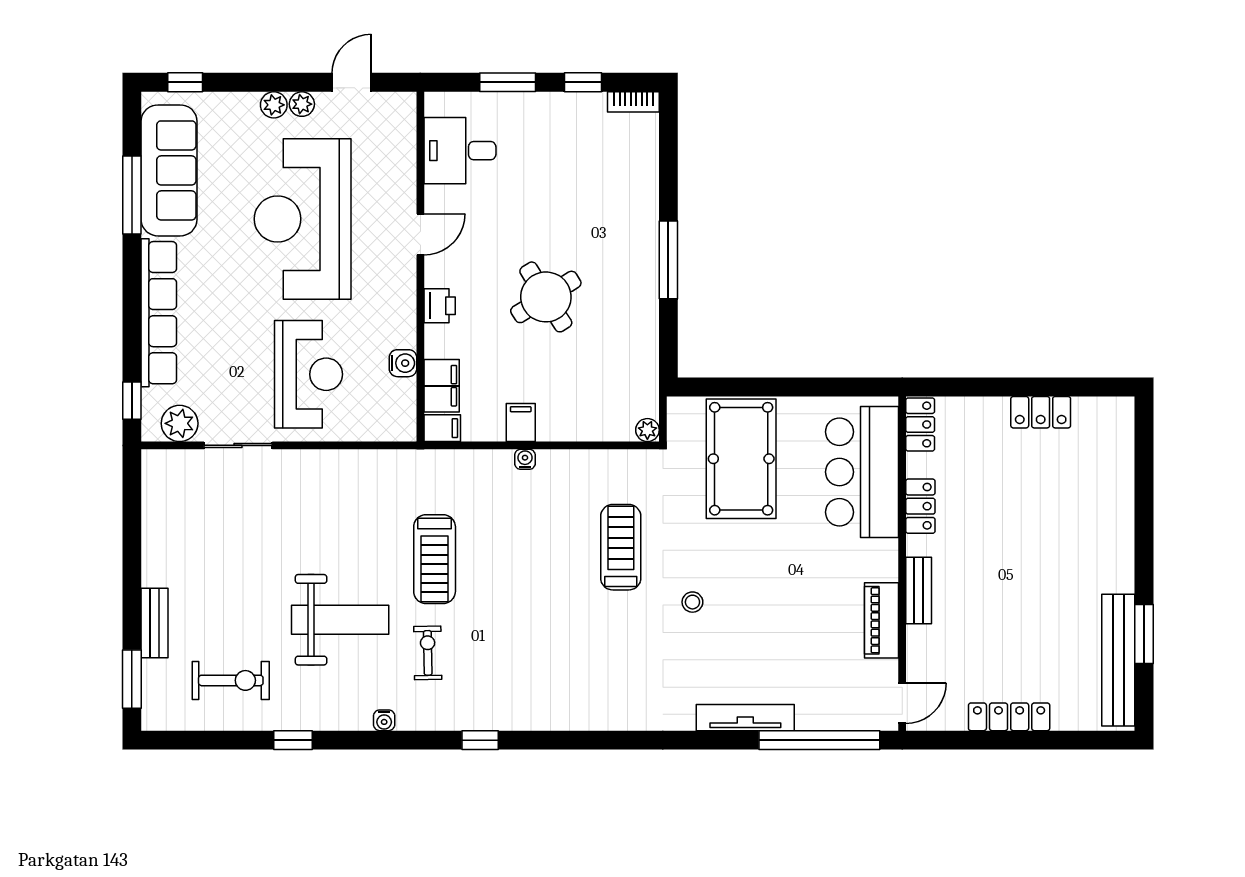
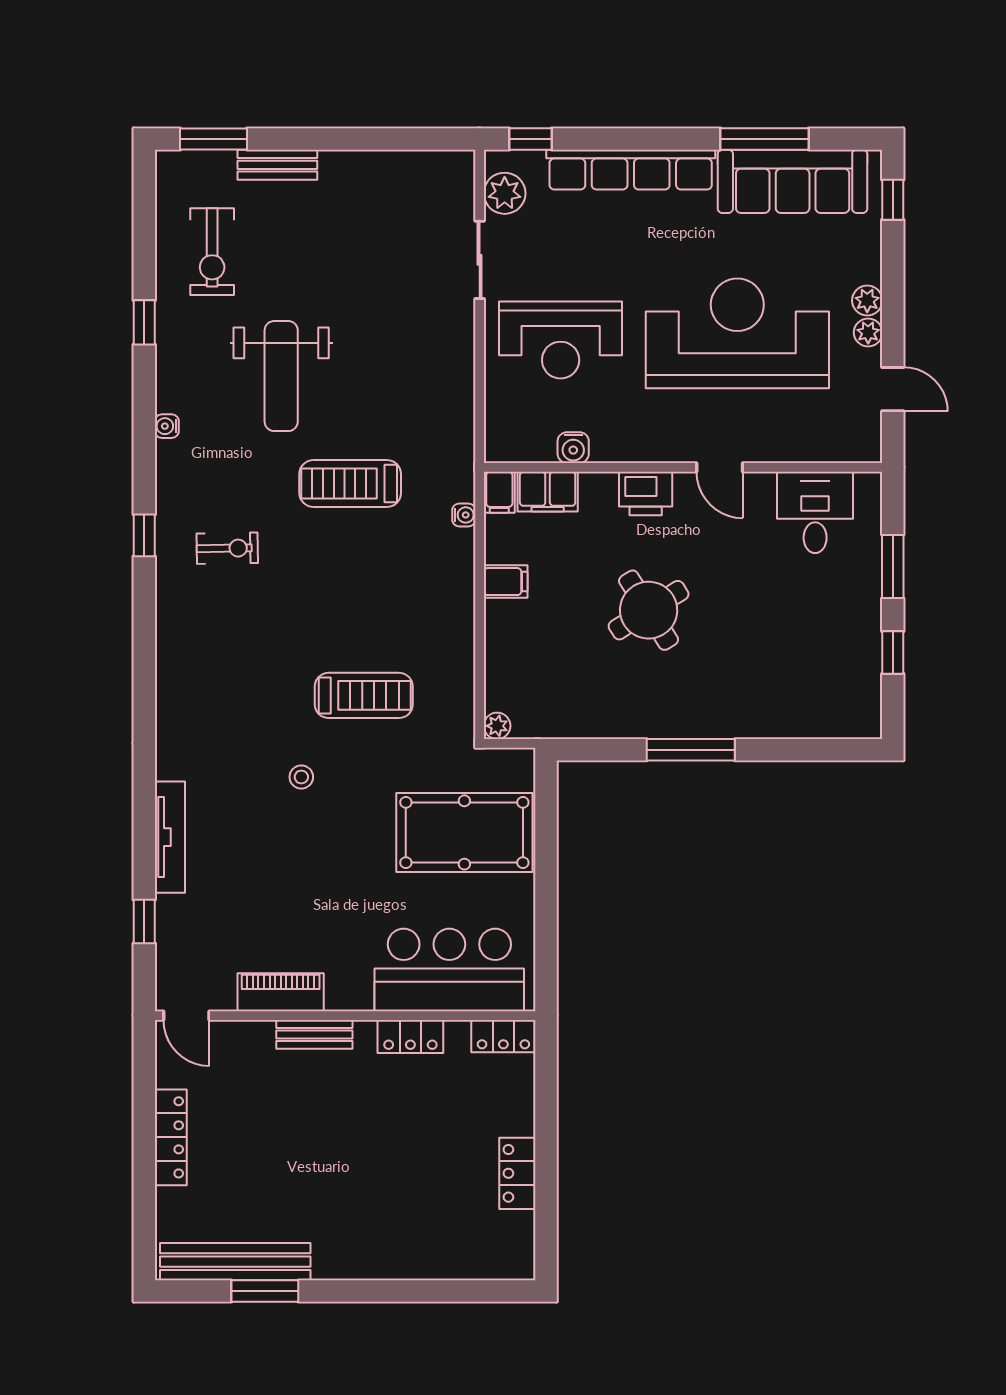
bookcase: (633, 102) -> (870, 710), removed
printer: (440, 306) -> (646, 494), width x1.36, depth x1.24
water cooler: (525, 459) -> (464, 515), moved
exercise bike: (428, 653) -> (227, 548), moved
window: (819, 740) -> (144, 921), width x0.32

